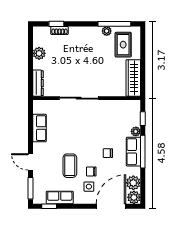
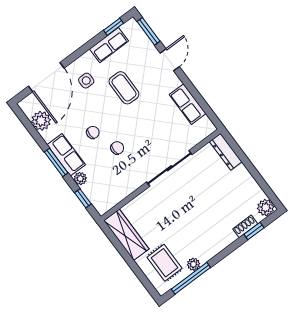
plant: (39, 53) -> (266, 208), moved
window: (143, 152) -> (56, 162), width x0.69
door: (30, 162) -> (170, 60), hinge flipped
chair: (91, 171) -> (117, 148), moved
plant: (134, 197) -> (29, 105), removed

